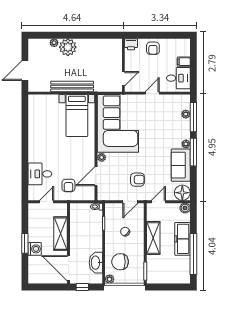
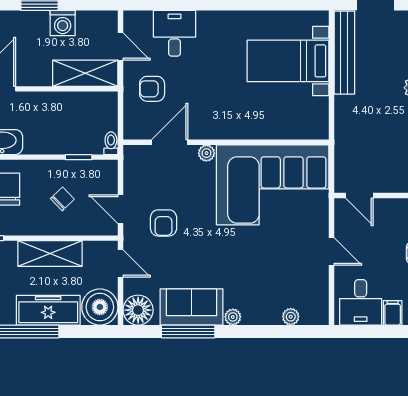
bench: (72, 86) -> (344, 53), moved
bed with nightstands: (77, 115) -> (288, 61), moved
window: (193, 117) -> (285, 331), removed
window: (193, 152) -> (188, 331), moved
door: (96, 176) -> (170, 142), hinge flipped
boiler: (185, 208) -> (100, 307), width x1.86, depth x1.86
shelving: (60, 234) -> (85, 73), moved
washing machine: (35, 249) -> (63, 23), moved

